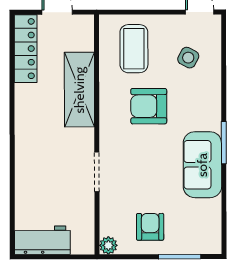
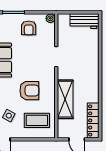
coffee table: (134, 49) -> (37, 120), turned 90

